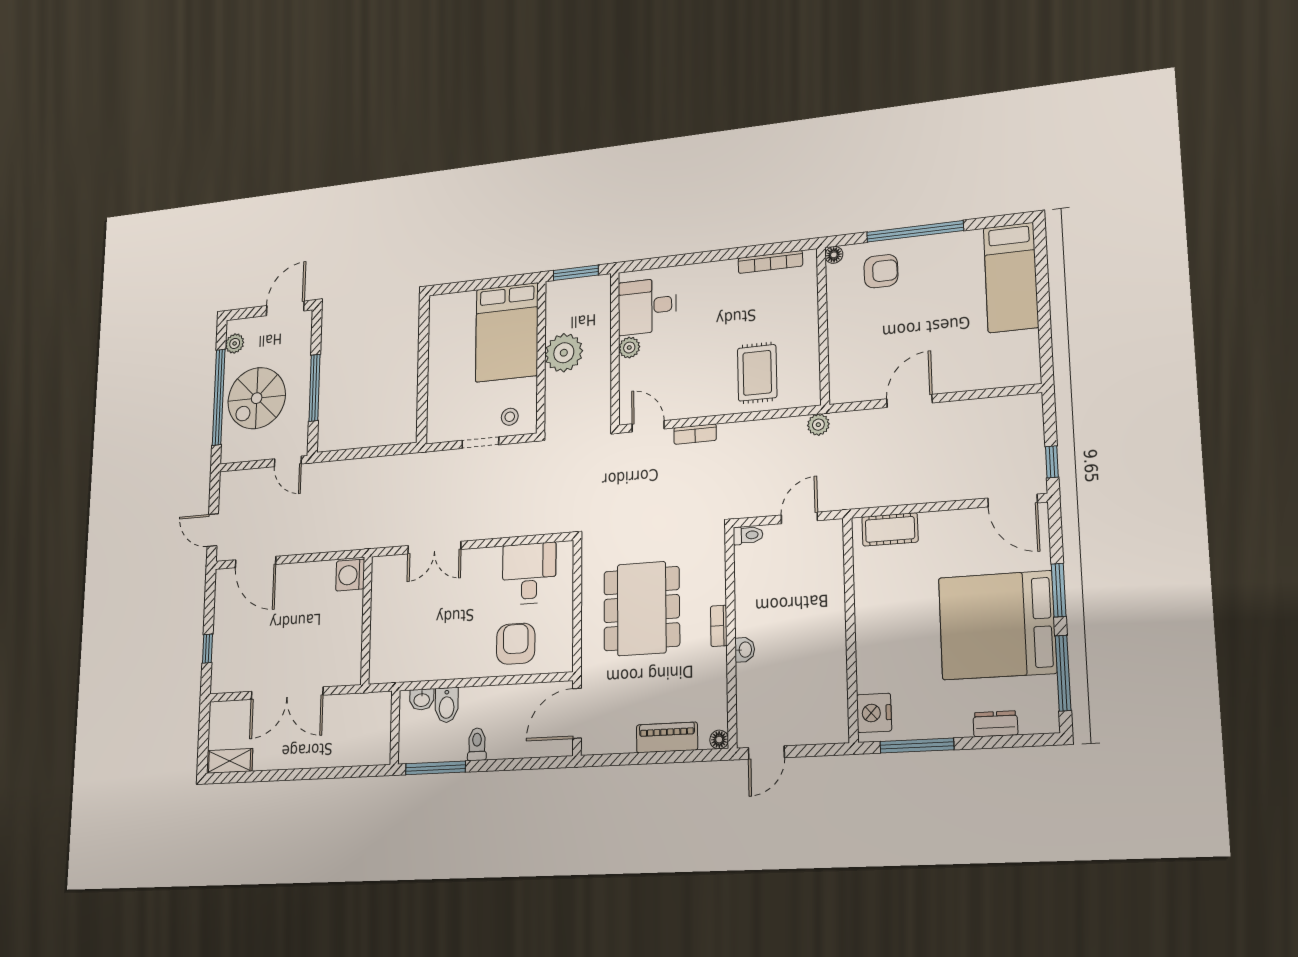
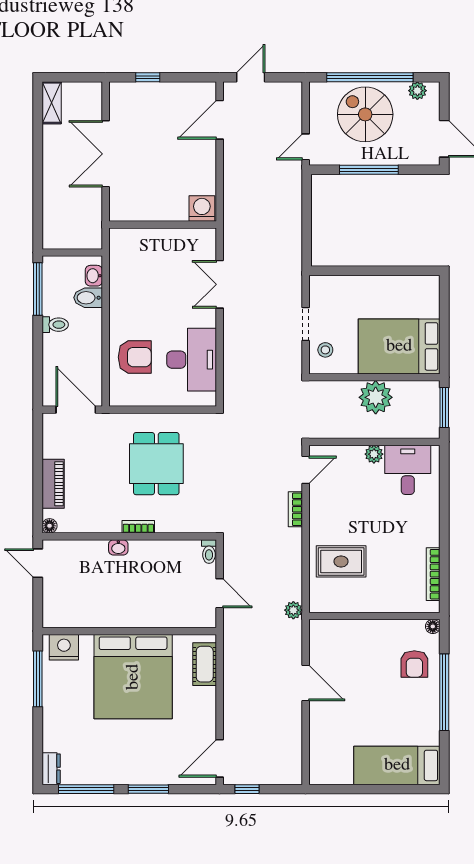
desk: (529, 573) -> (192, 360), width x1.37
dining table: (642, 609) -> (156, 464), width x0.73
bed: (997, 625) -> (133, 677), moved, turned 180
dresser: (995, 724) -> (51, 769), moved

